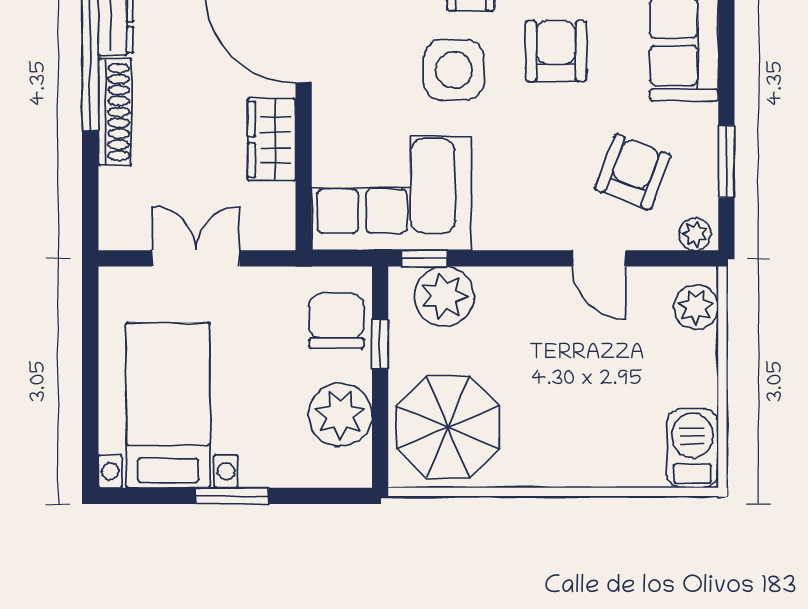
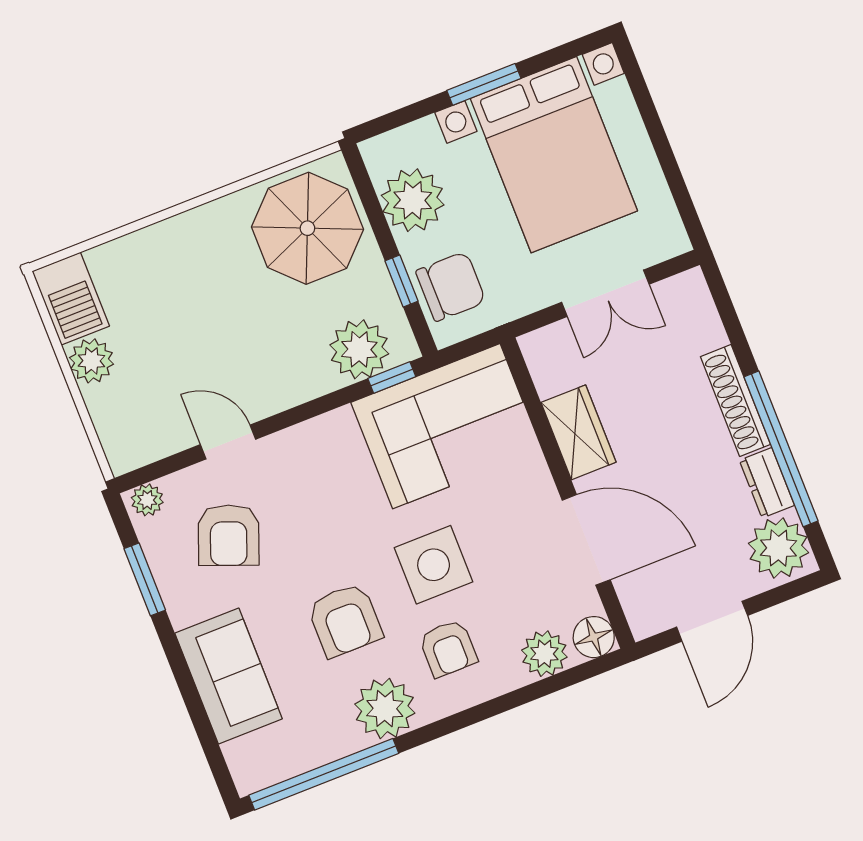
plant: (696, 307) -> (91, 361), moved
chair: (336, 321) -> (451, 286), turned -90
bed with nightstands: (168, 405) -> (554, 155), width x1.36

